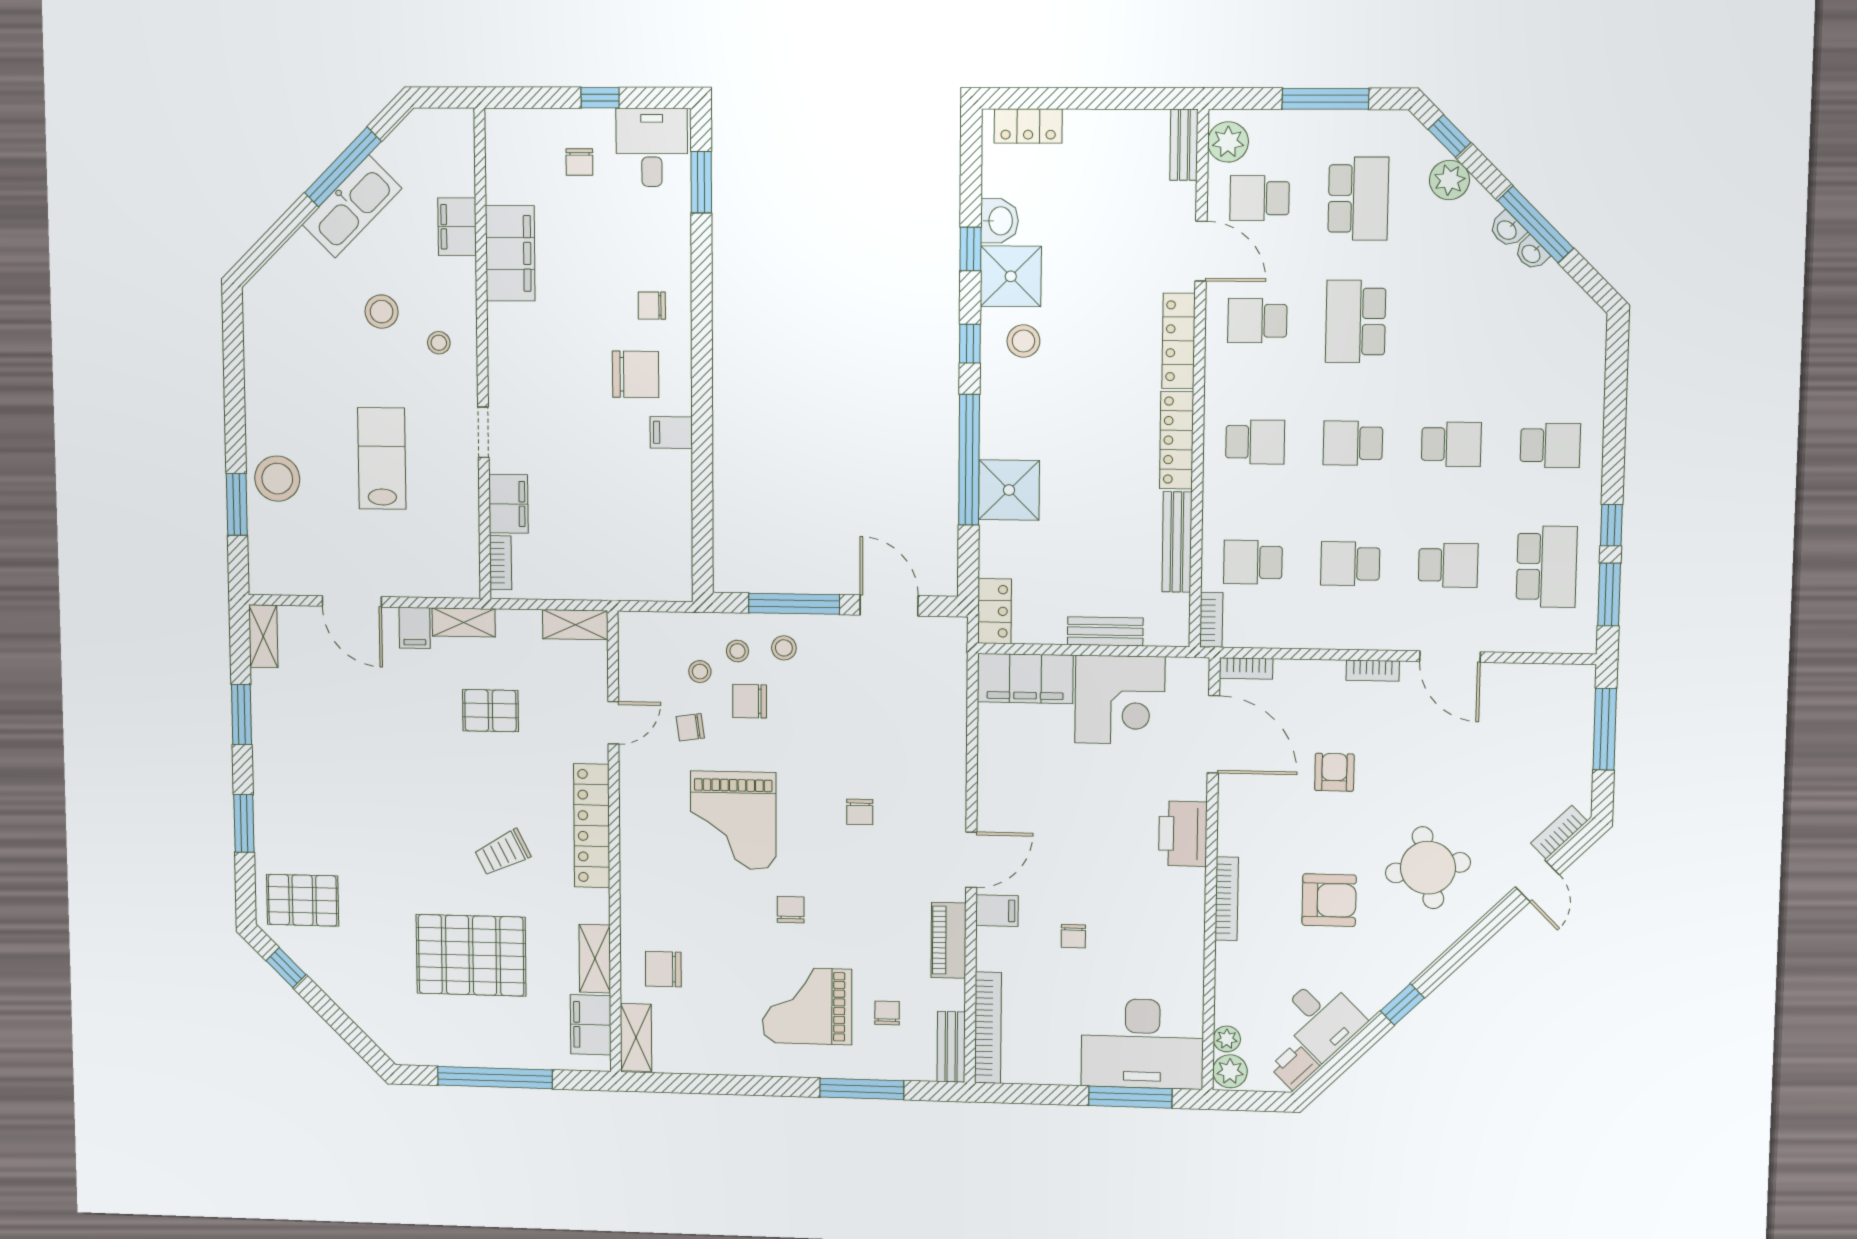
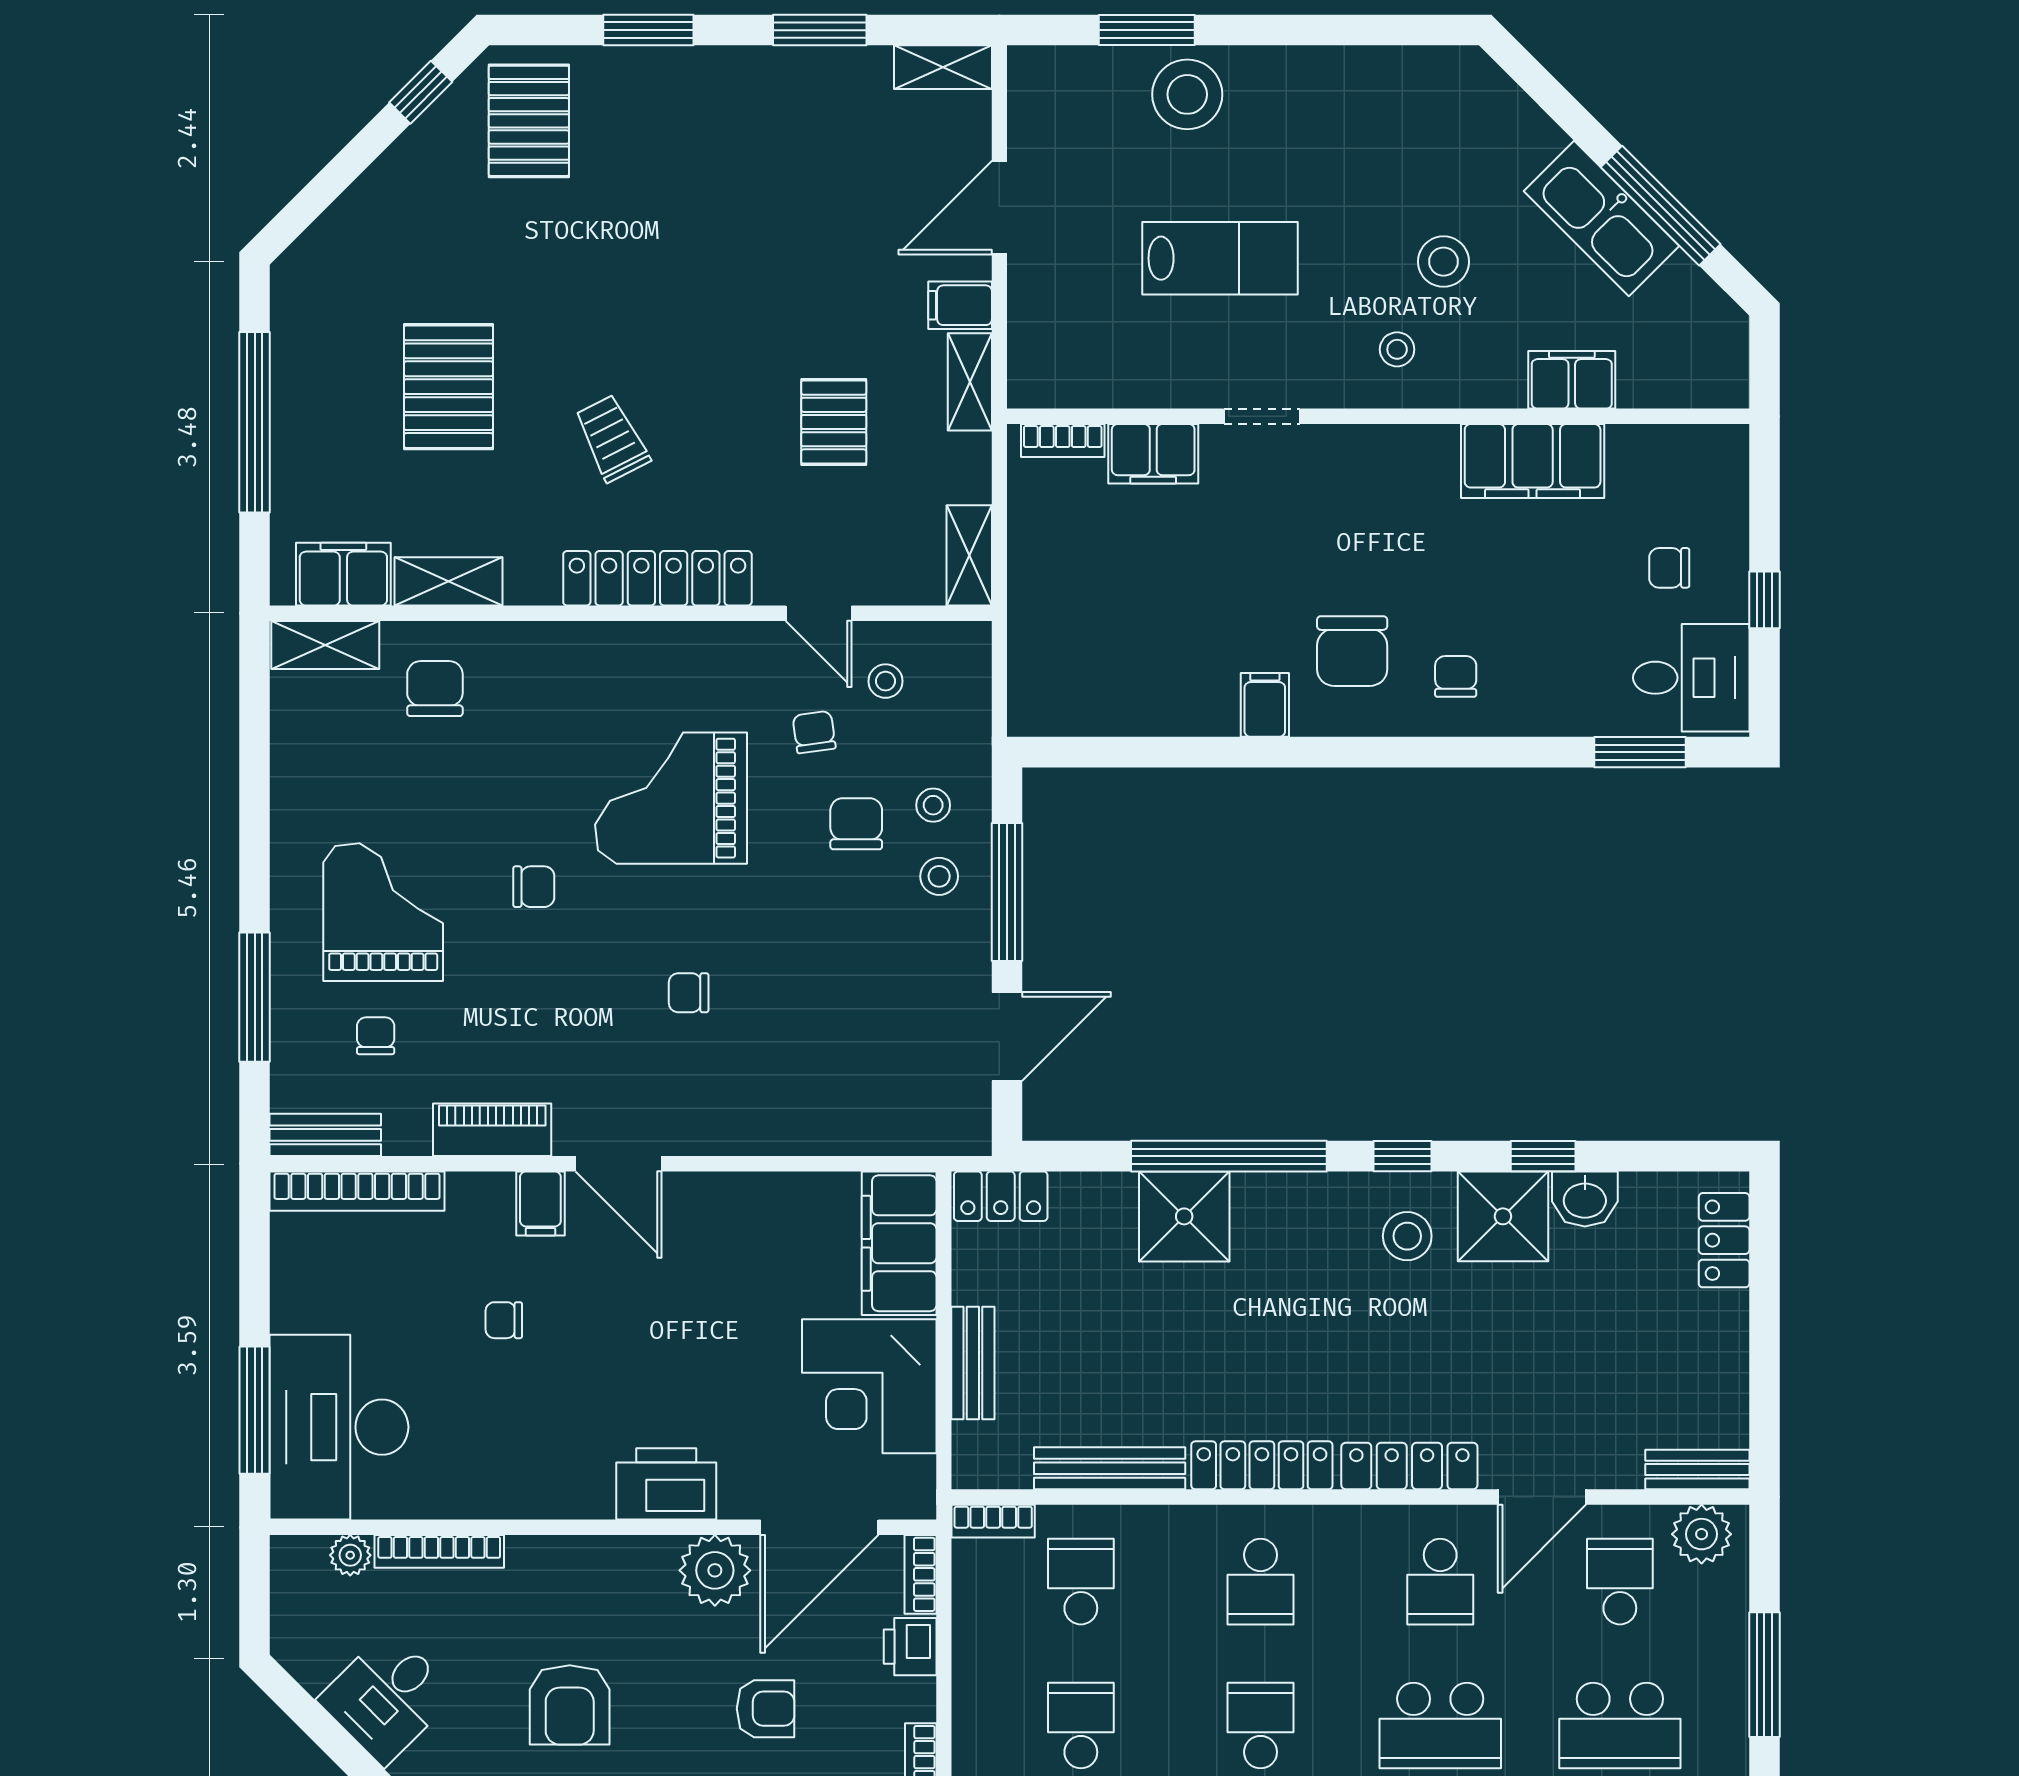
school desk: (1257, 321) -> (1440, 1582), turned 180
school desk: (1356, 321) -> (1440, 1725), turned 180
stool: (700, 672) -> (885, 681), moved
bookcase: (1227, 899) -> (439, 1551), moved
pallet: (471, 955) -> (449, 387), width x0.73, depth x0.71
chair: (887, 1013) -> (376, 1036), turned -90
printer: (1294, 1067) -> (910, 1647), moved, turned -135
plant: (1230, 1071) -> (715, 1570), moved, width x1.36, depth x1.36

